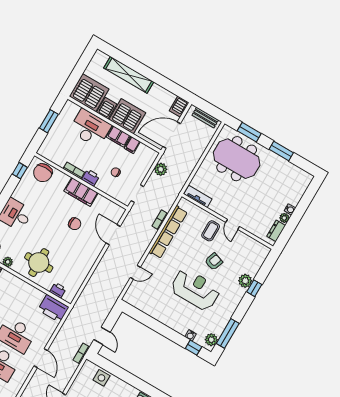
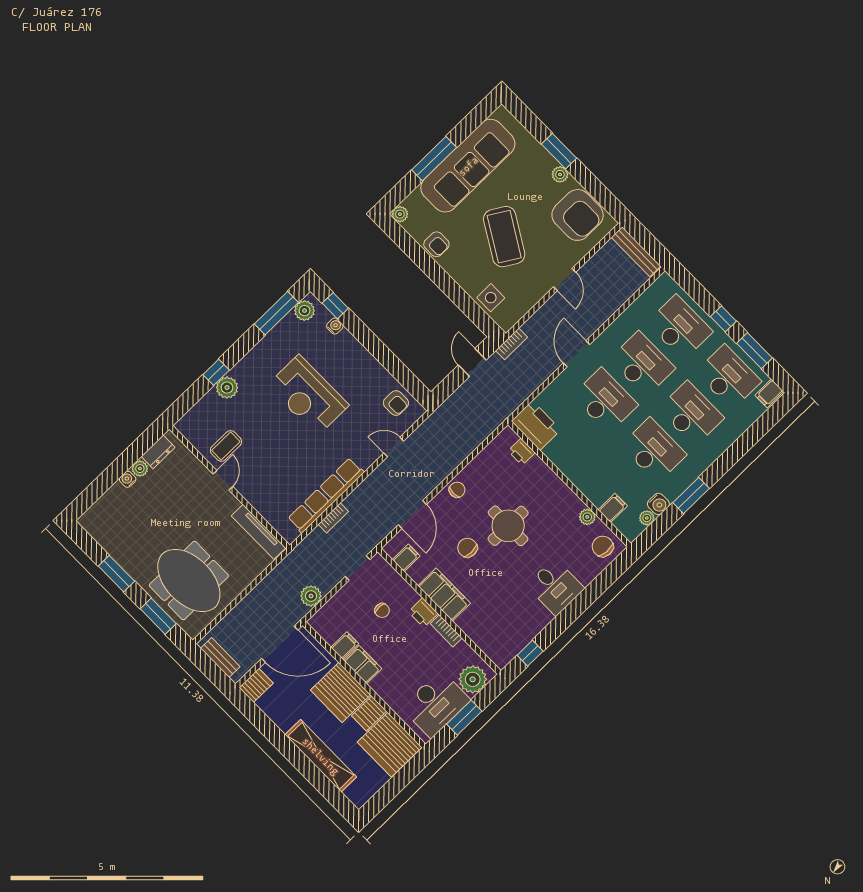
desk: (90, 128) -> (436, 704), moved, turned -90
plant: (50, 146) -> (473, 679), added
chair: (43, 173) -> (457, 490), moved, width x0.54, depth x0.54
tv unit: (198, 196) -> (258, 532), width x1.41
filing cabinet: (110, 208) -> (406, 558), added
coffee table: (211, 231) -> (226, 446), moved
armchair: (214, 262) -> (396, 403), moved, turned -109
round table: (39, 263) -> (508, 526), moved

